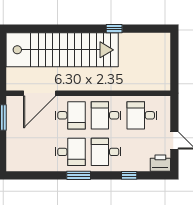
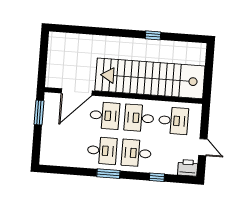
stairs: (62, 50) -> (150, 78), moved, turned 180
desk: (142, 115) -> (173, 121), turned 180

